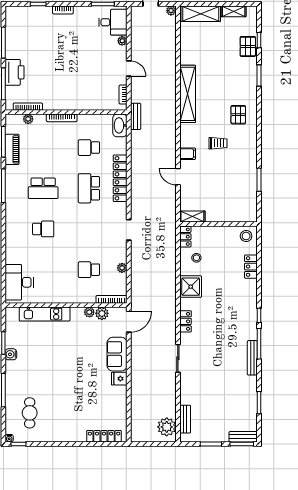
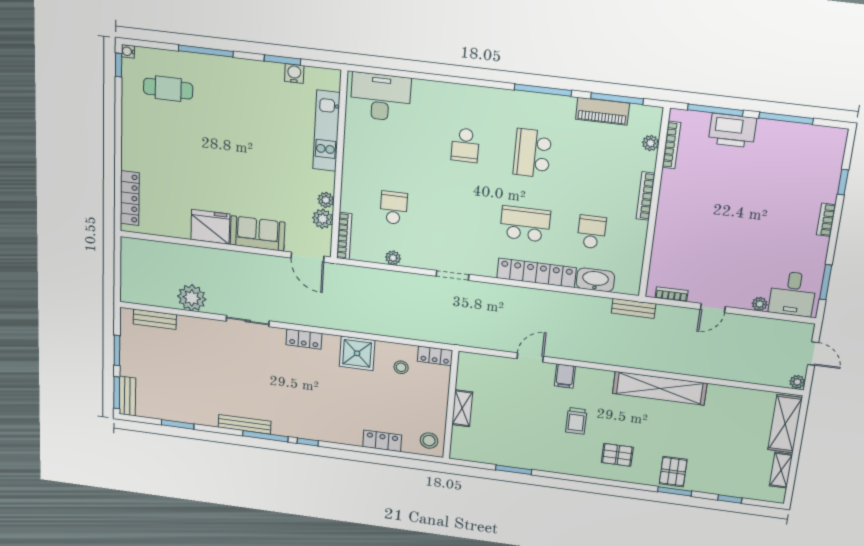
pallet: (248, 46) -> (673, 472), moved, turned 90
washbasin: (120, 125) -> (595, 280), moved
shelving: (192, 216) -> (462, 408), moved
water cooler: (11, 354) -> (294, 73), moved
fridge: (119, 379) -> (210, 227), width x1.88, depth x1.34
plant: (167, 427) -> (192, 298), moved

